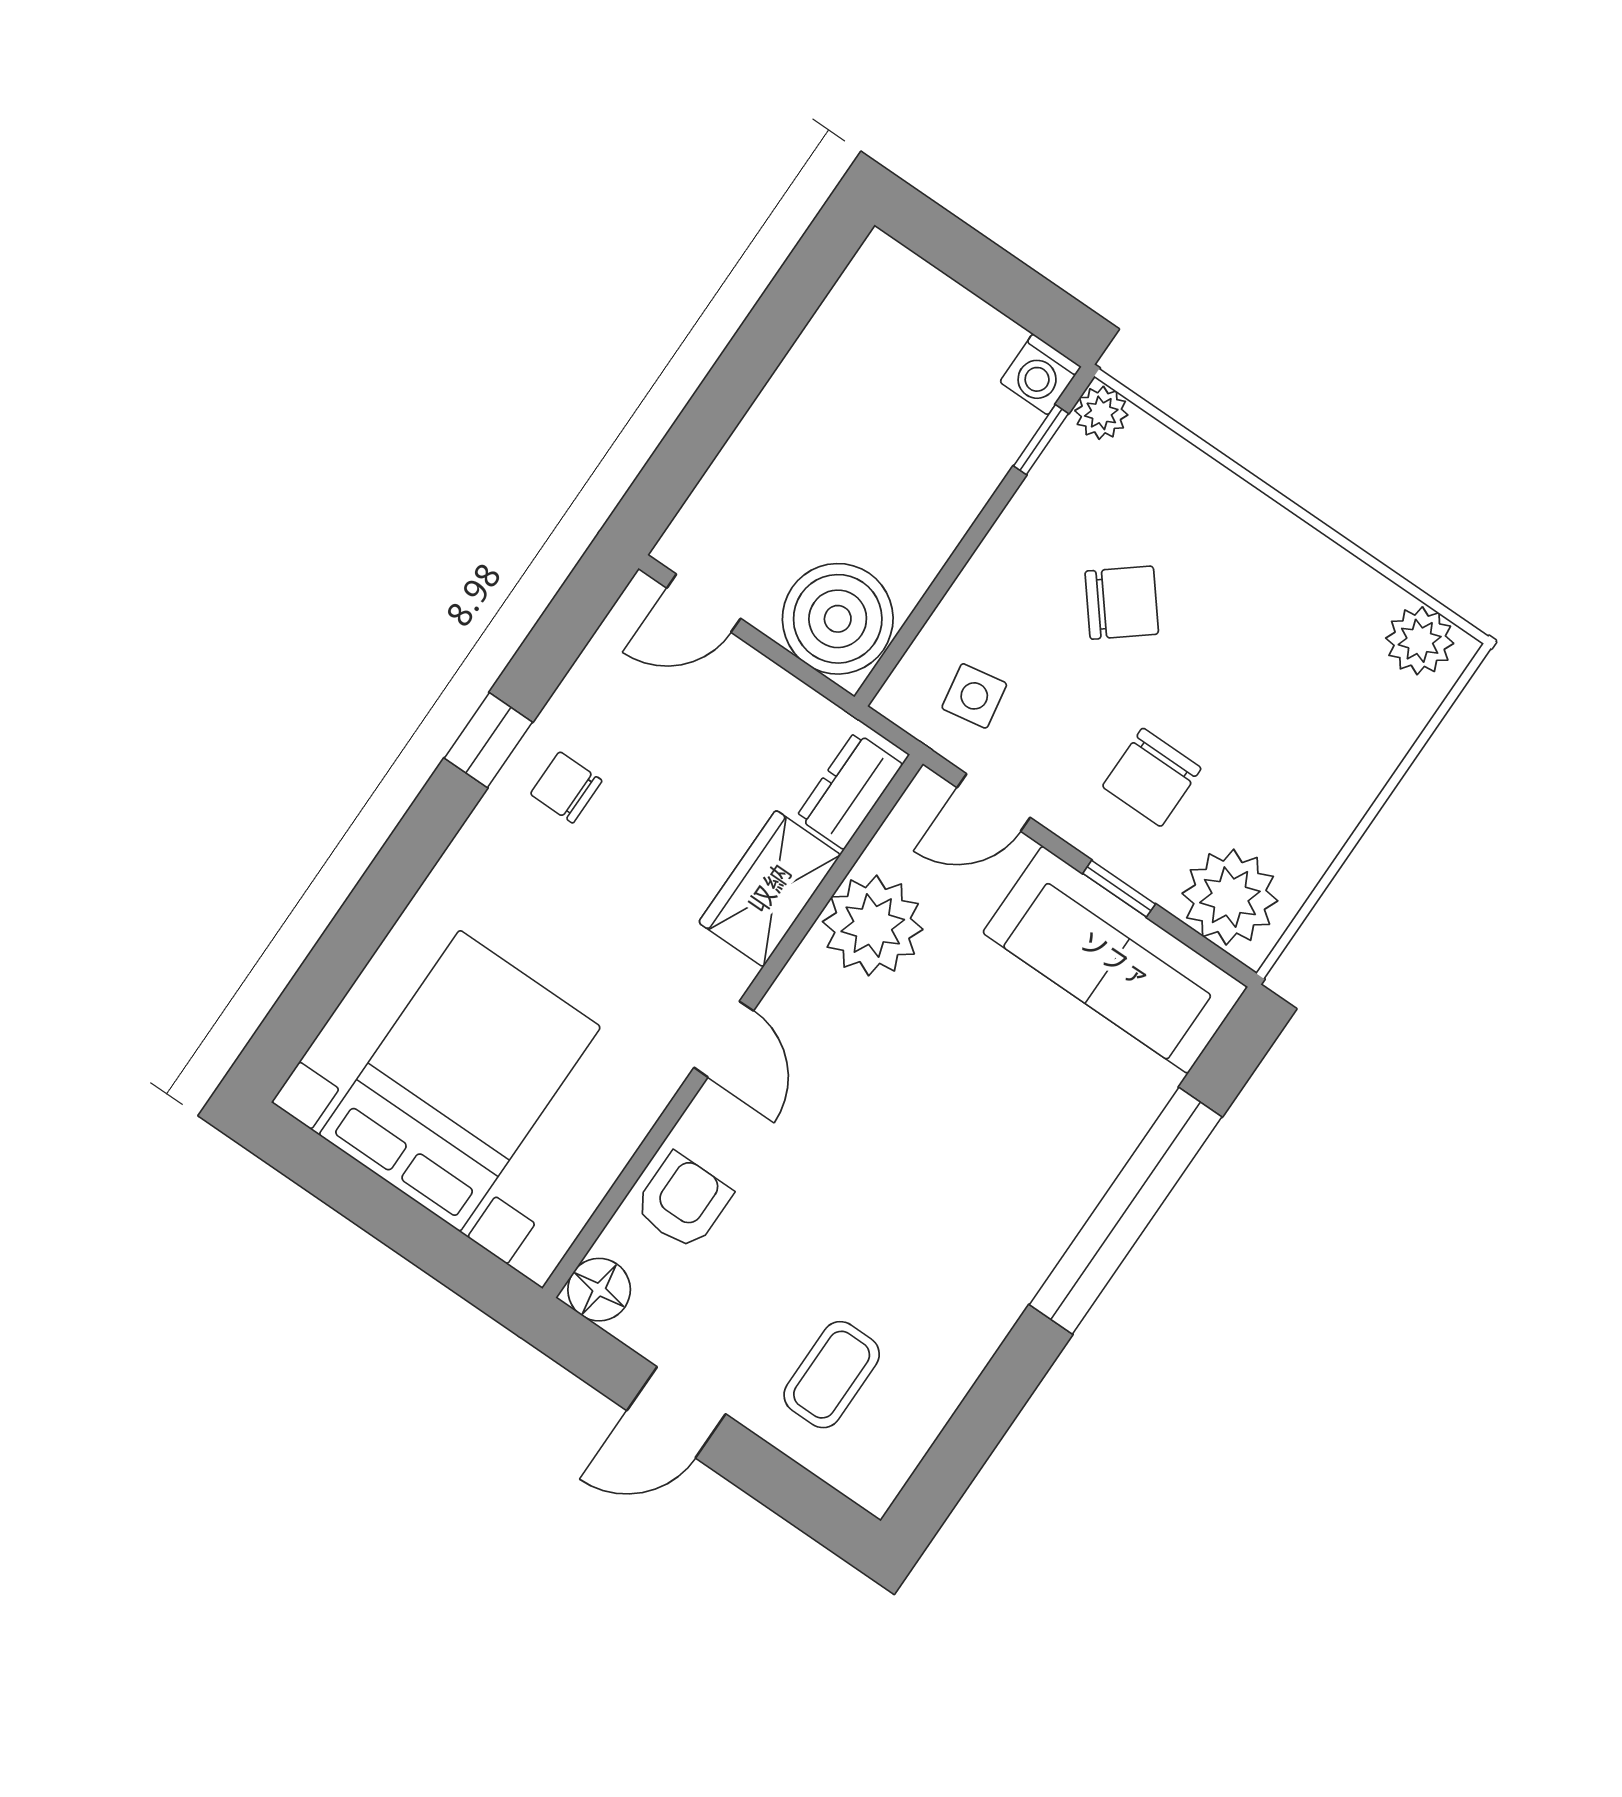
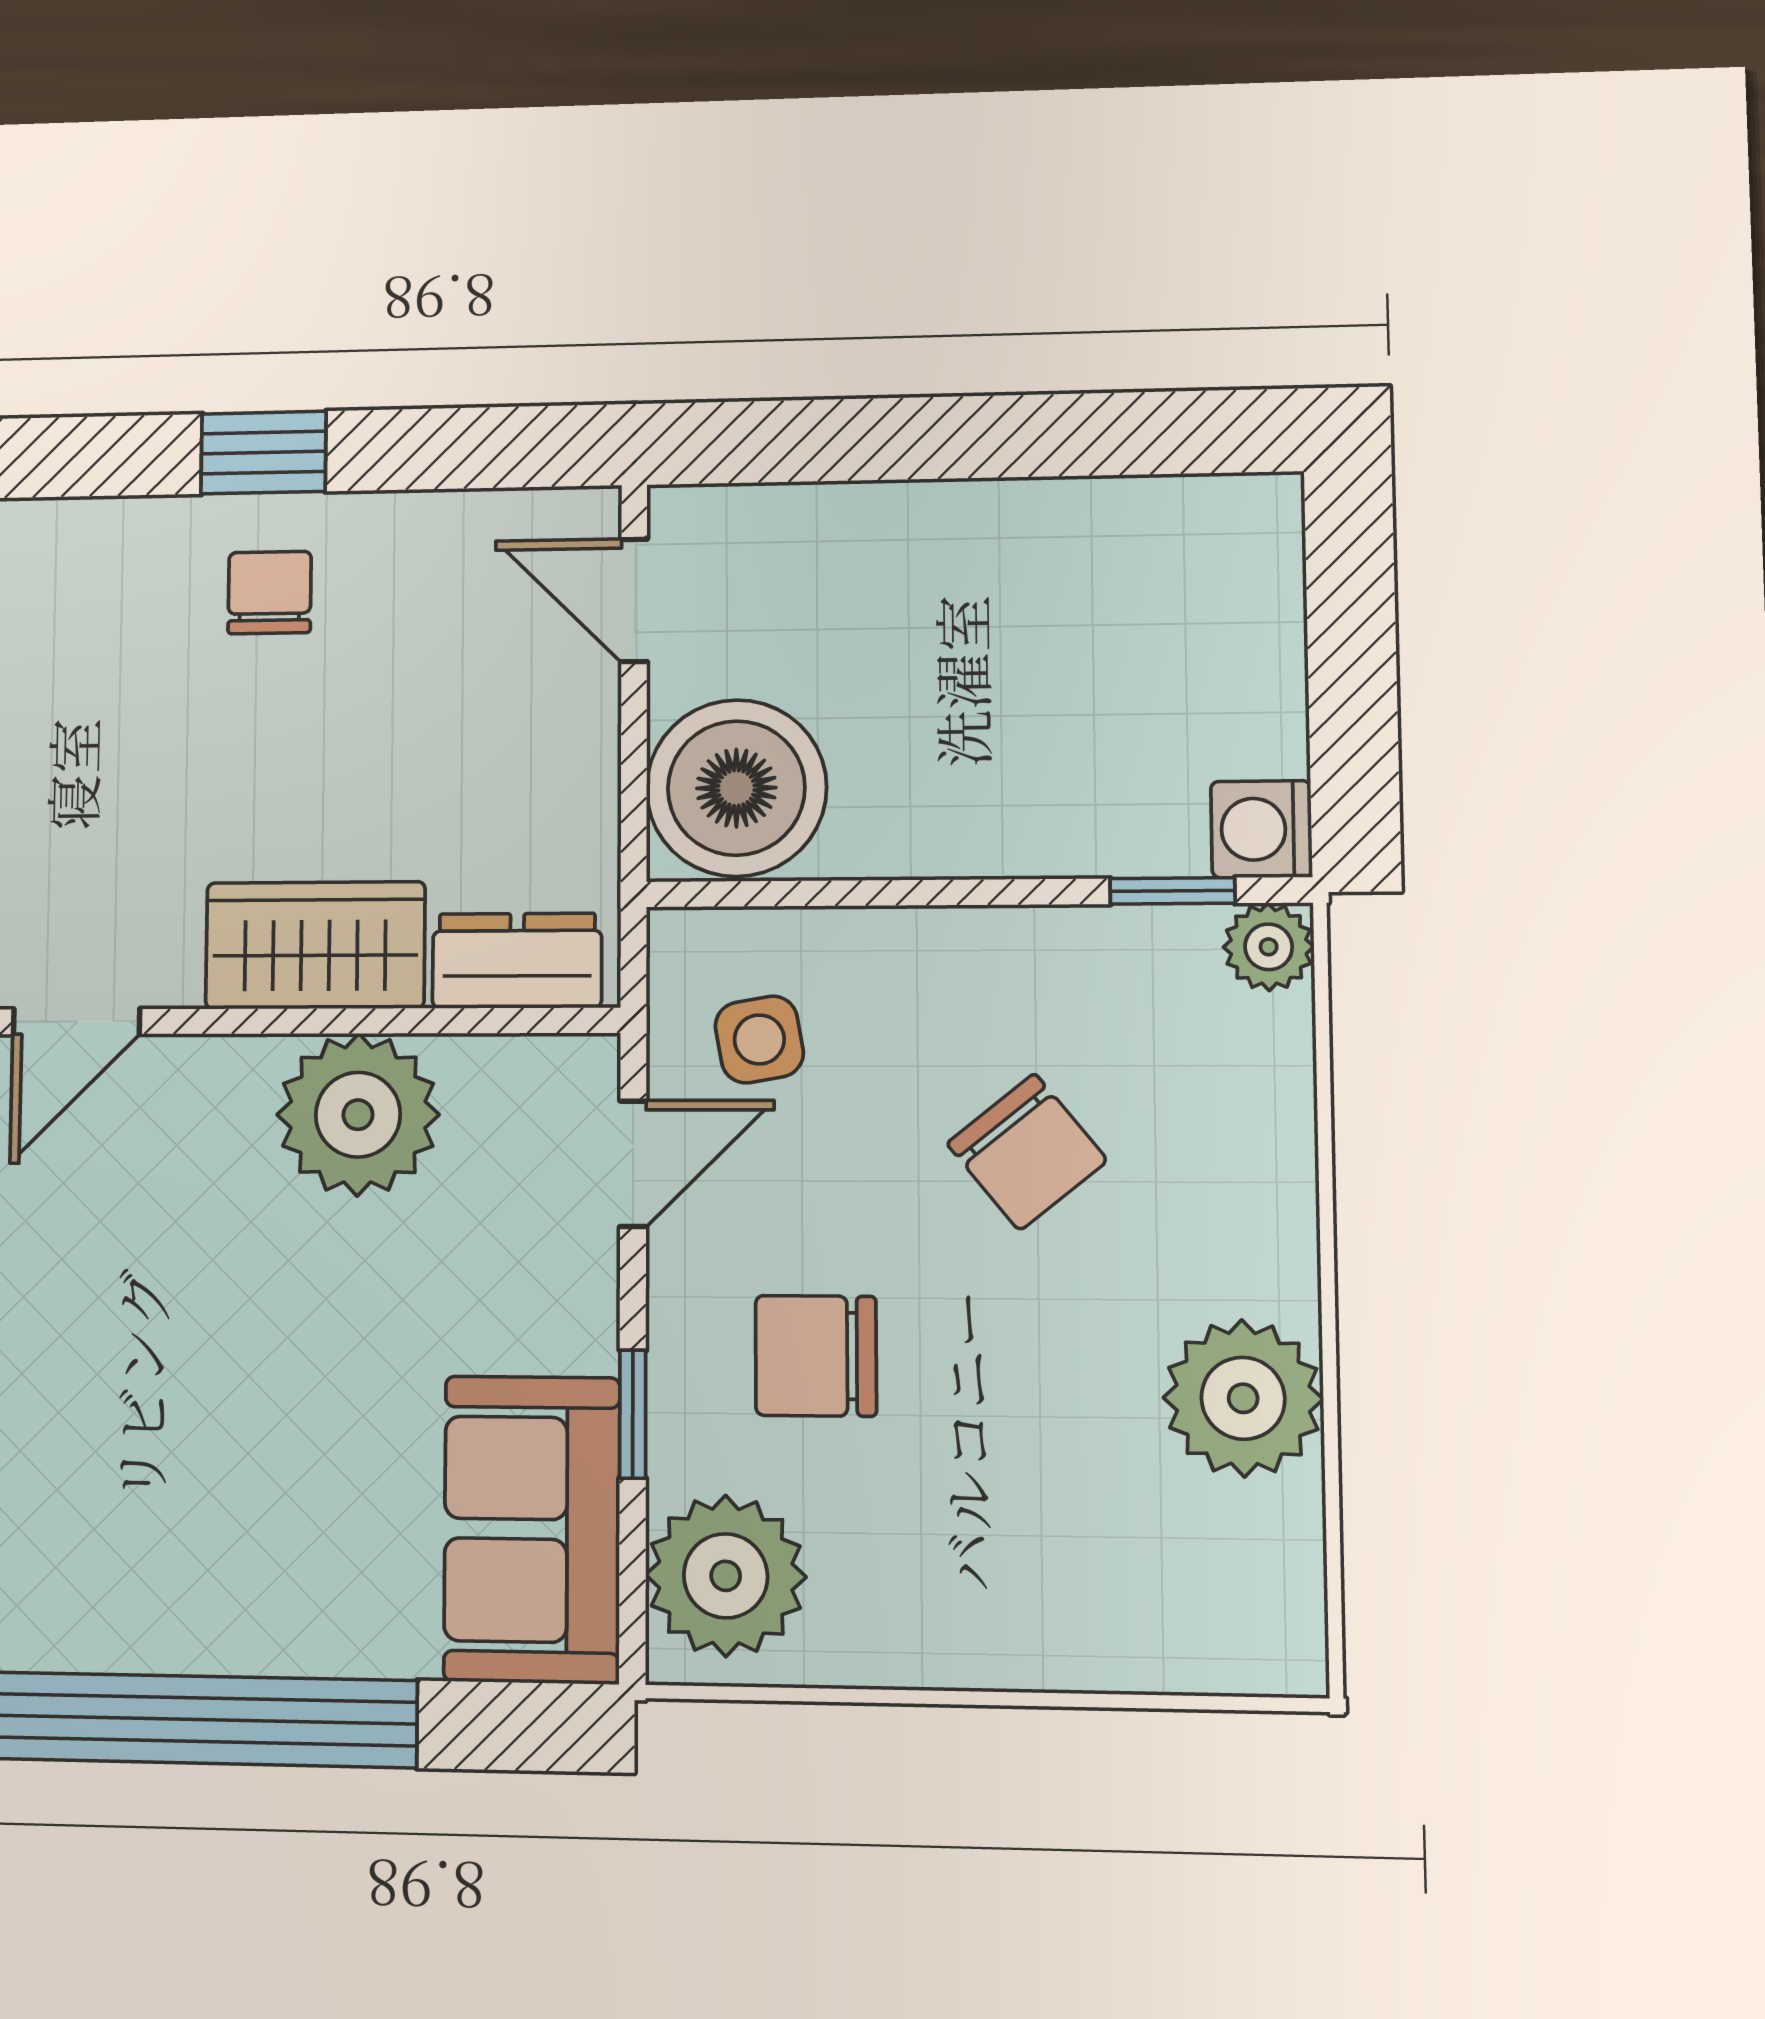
plant: (1420, 641) -> (1243, 1398), moved, width x1.36, depth x1.36
door: (994, 803) -> (633, 1164), swing flipped
sofa: (1115, 960) -> (532, 1529), width x0.73

